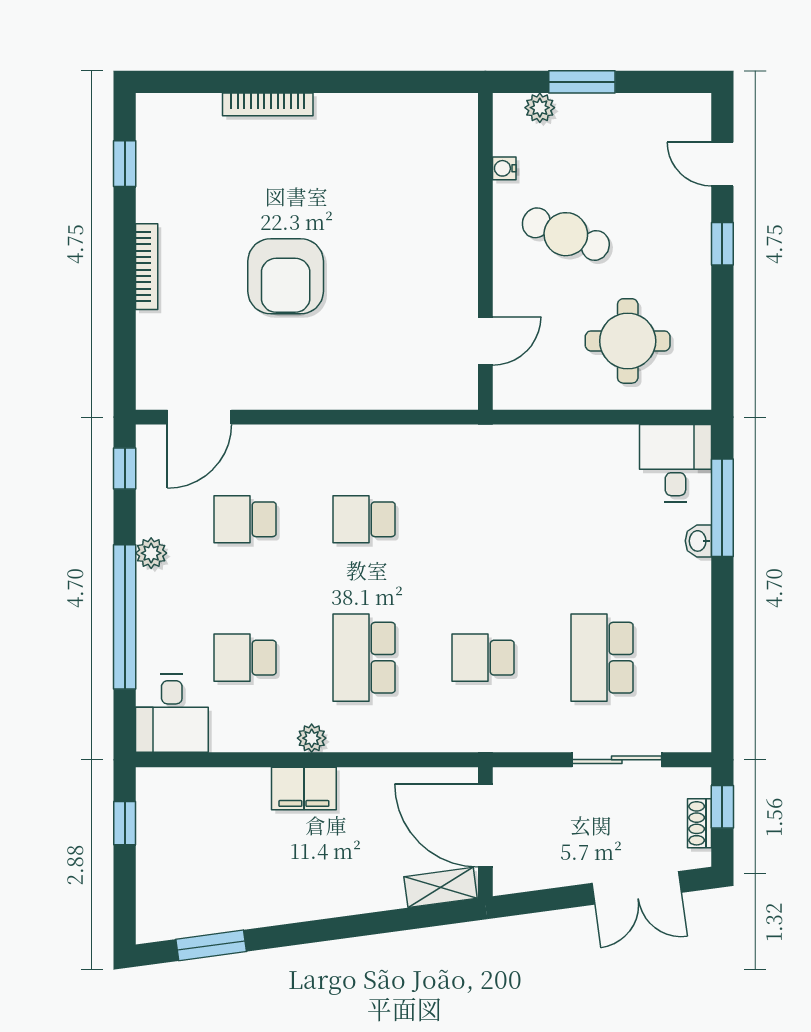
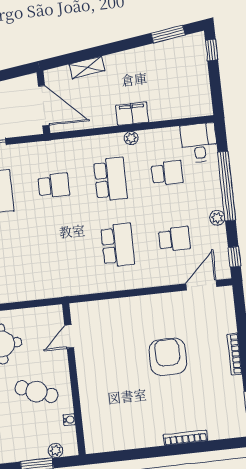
school desk: (364, 519) -> (118, 245), width x1.85
window: (125, 823) -> (212, 50), moved
shelving: (441, 887) -> (87, 67), moved

